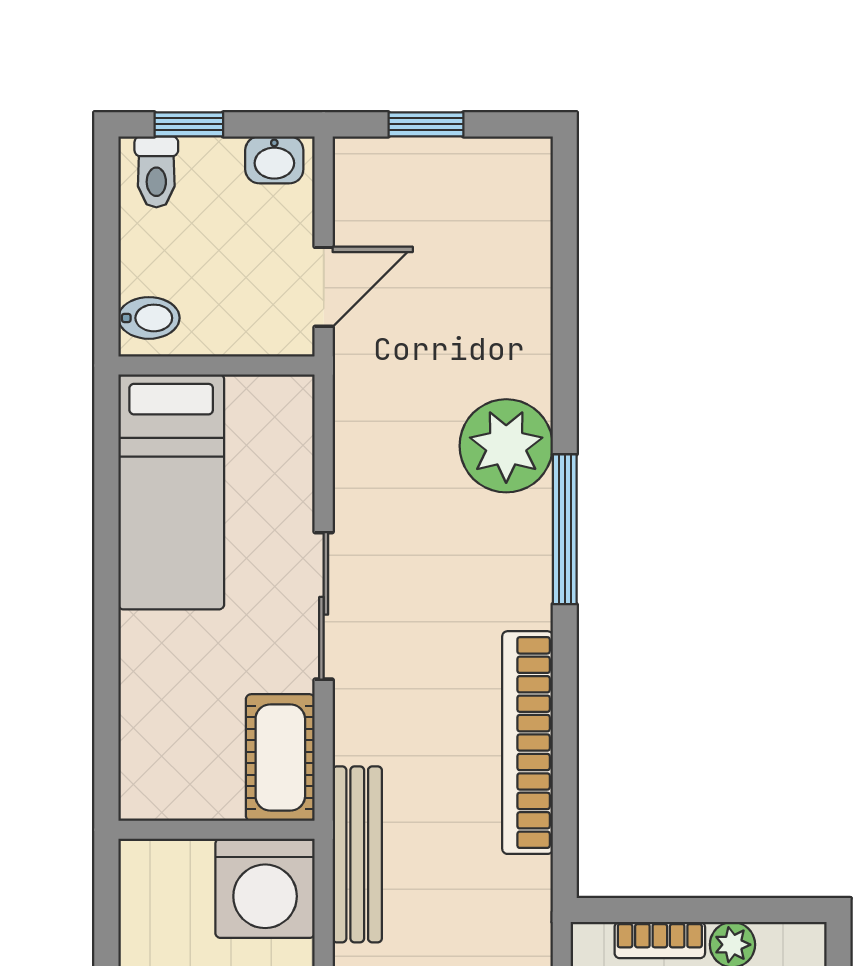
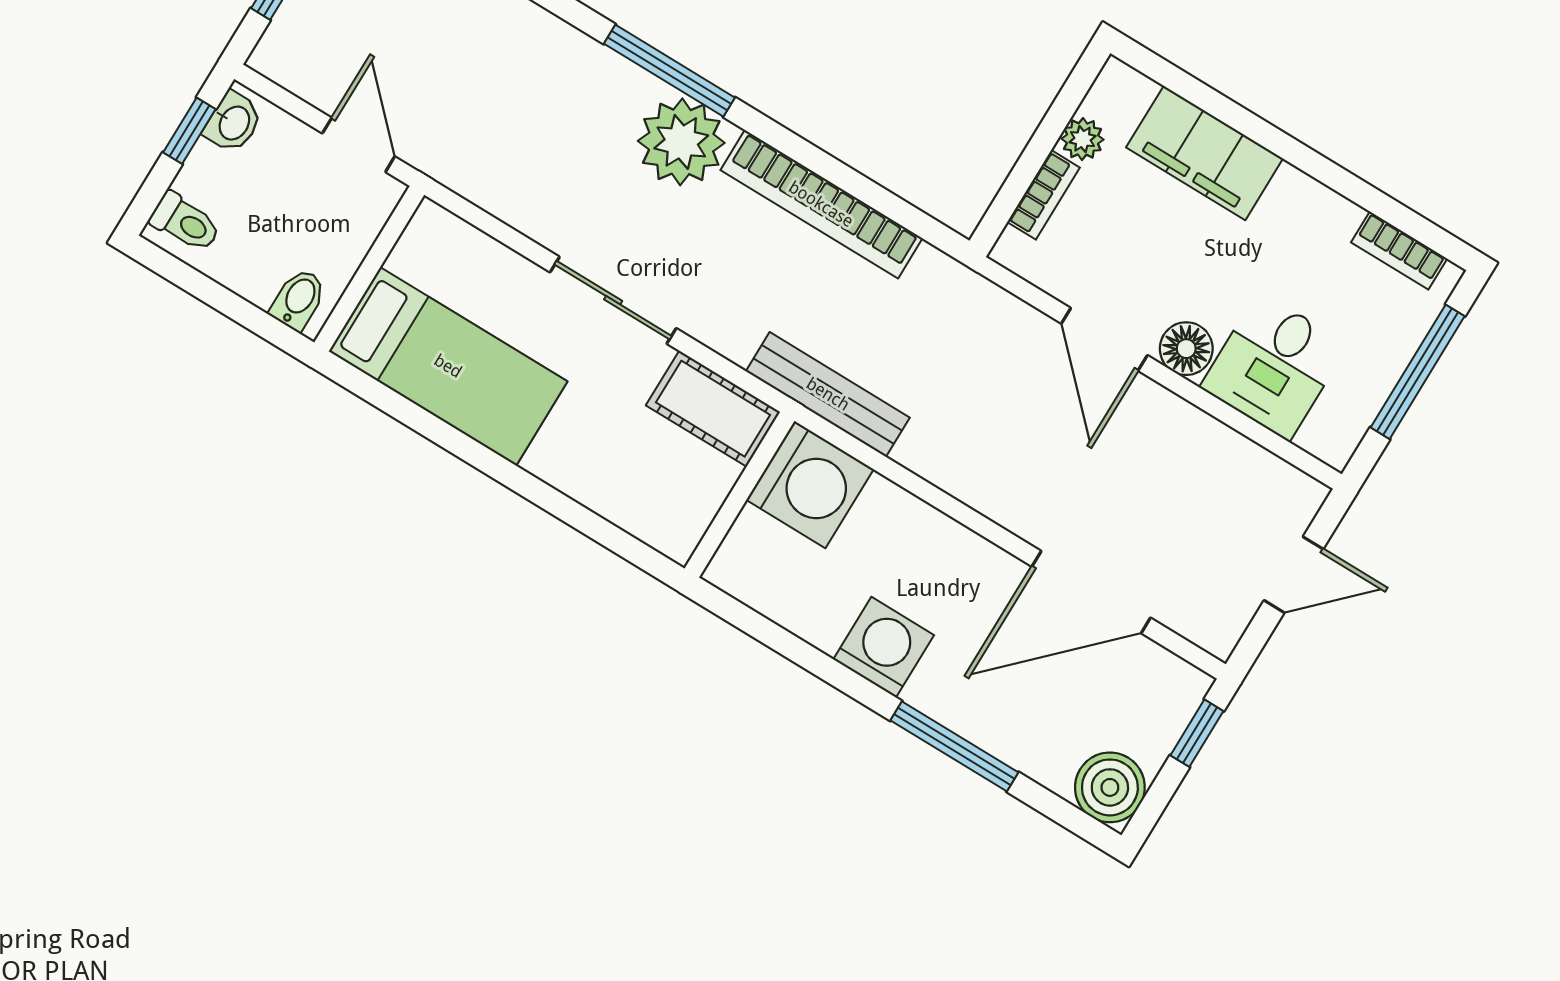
window: (189, 124) -> (189, 131), moved
plant: (506, 446) -> (681, 142), moved

